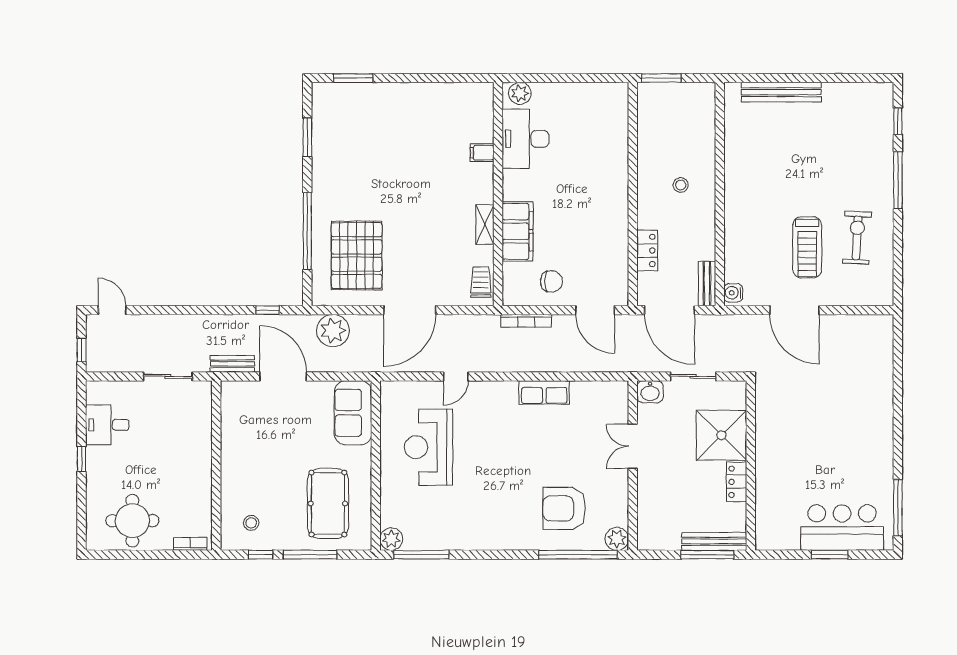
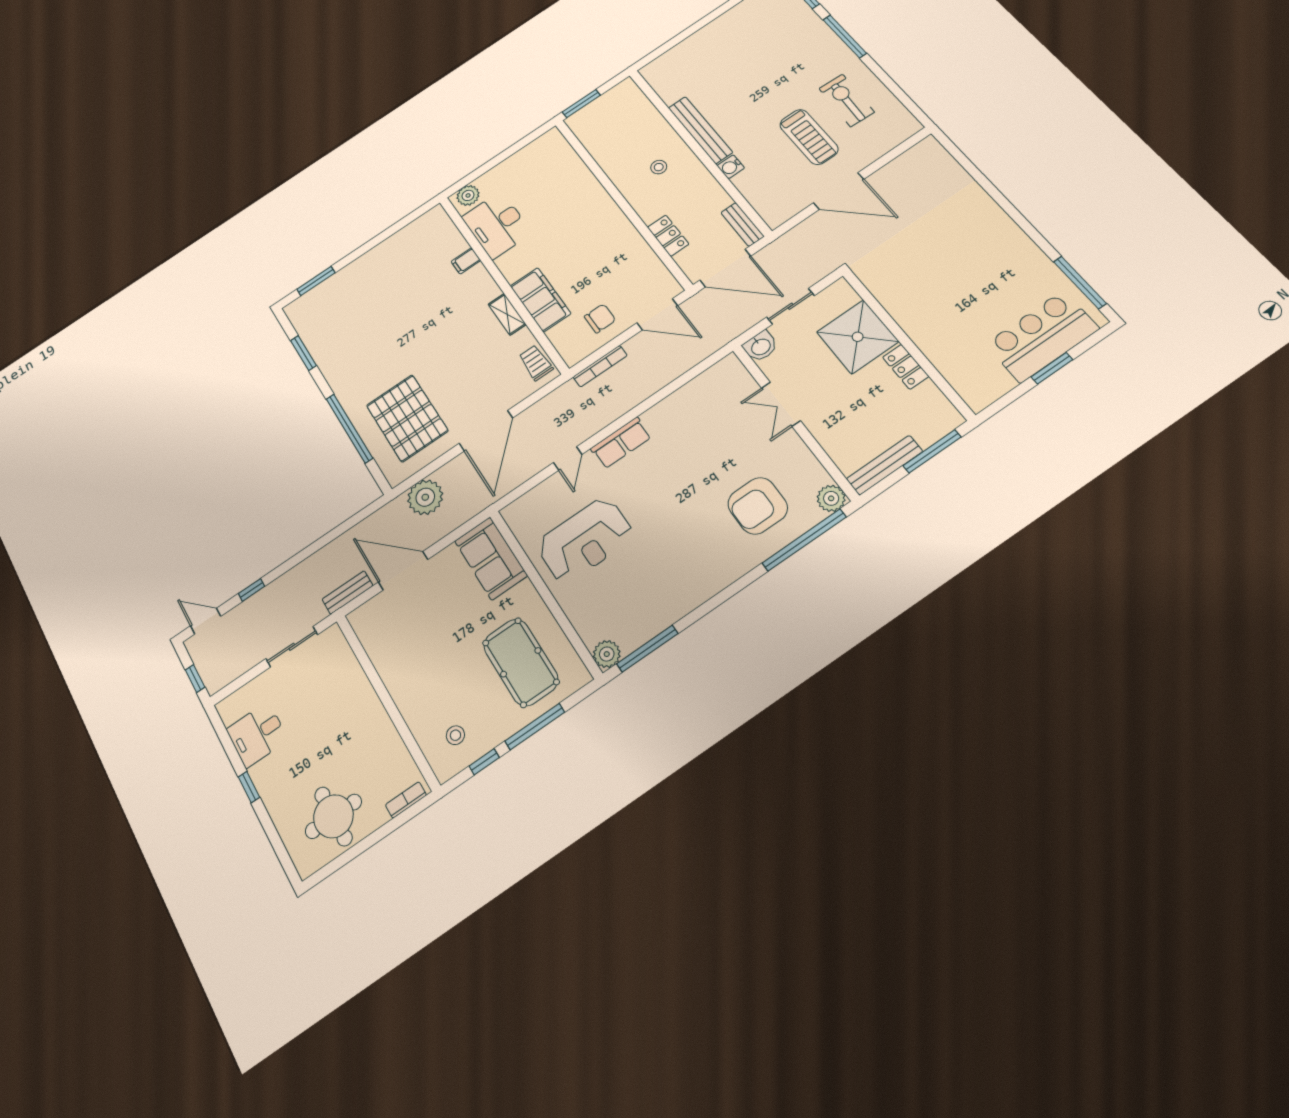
bench: (781, 92) -> (700, 130), moved, turned 90
water cooler: (733, 293) -> (731, 167), moved
window: (268, 310) -> (251, 590), moved
row of seats: (544, 393) -> (621, 443), moved
reception desk: (429, 447) -> (585, 540), turned -90
bench: (714, 541) -> (885, 465), moved

